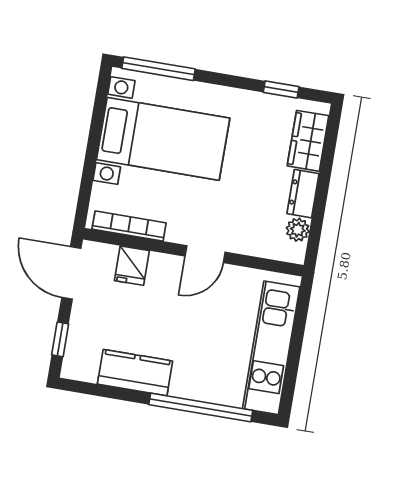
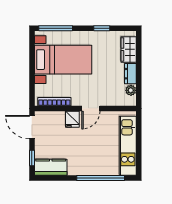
window: (281, 89) -> (102, 28), moved
fridge: (132, 266) -> (72, 119), moved
kitchen counter: (135, 373) -> (51, 167), moved

